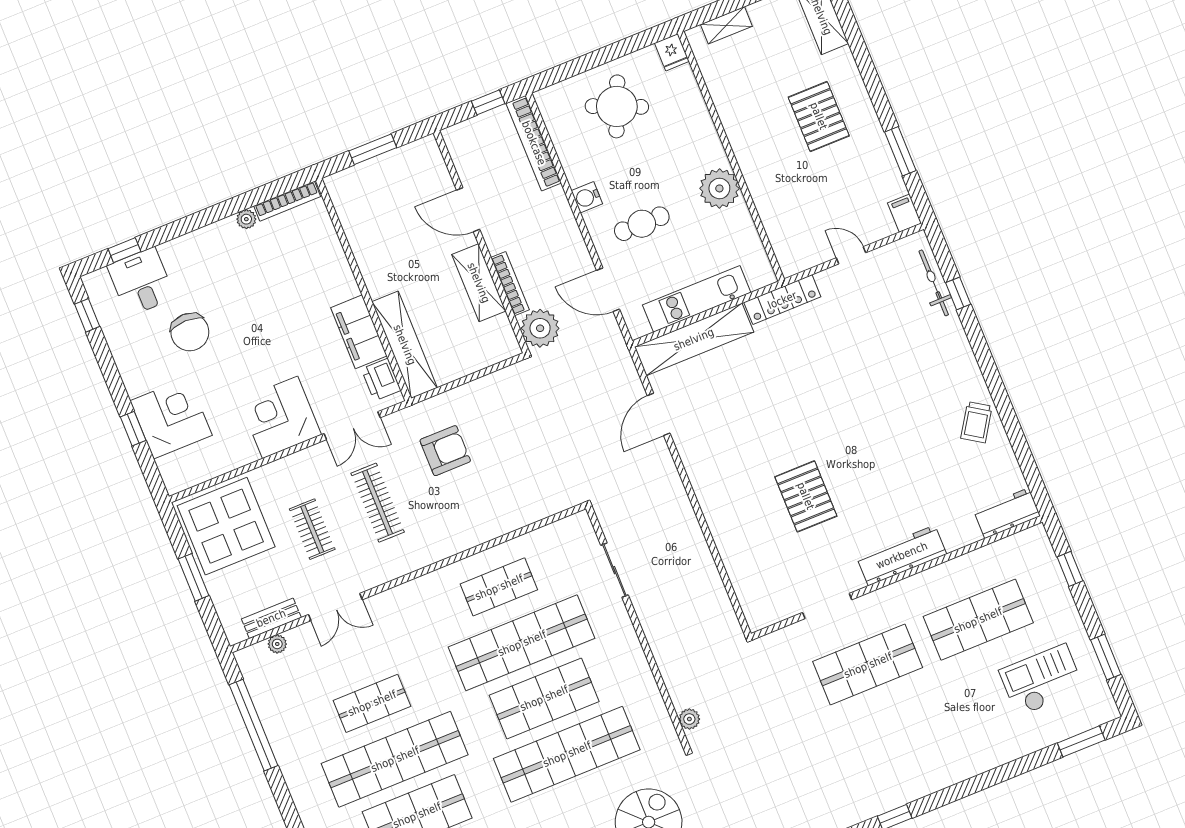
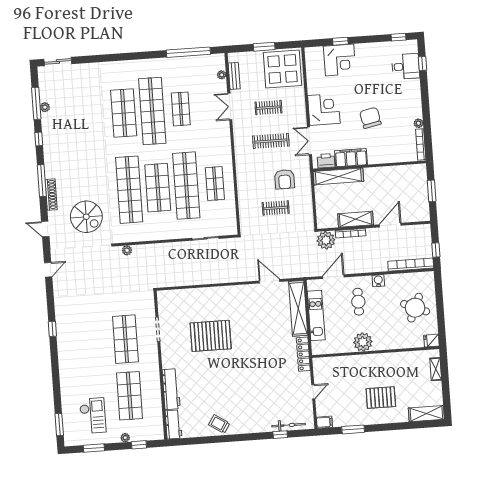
chair: (190, 332) -> (370, 118), moved, turned 79
clothes rail: (508, 450) -> (276, 208), added
pallet: (806, 496) -> (211, 336), width x1.37, depth x1.41
workbench: (902, 555) -> (171, 389), moved
plant: (1065, 601) -> (125, 438), added

